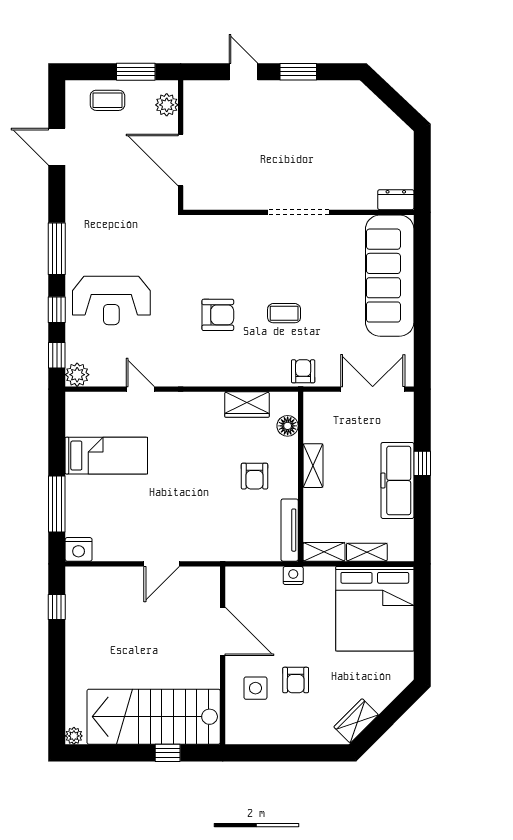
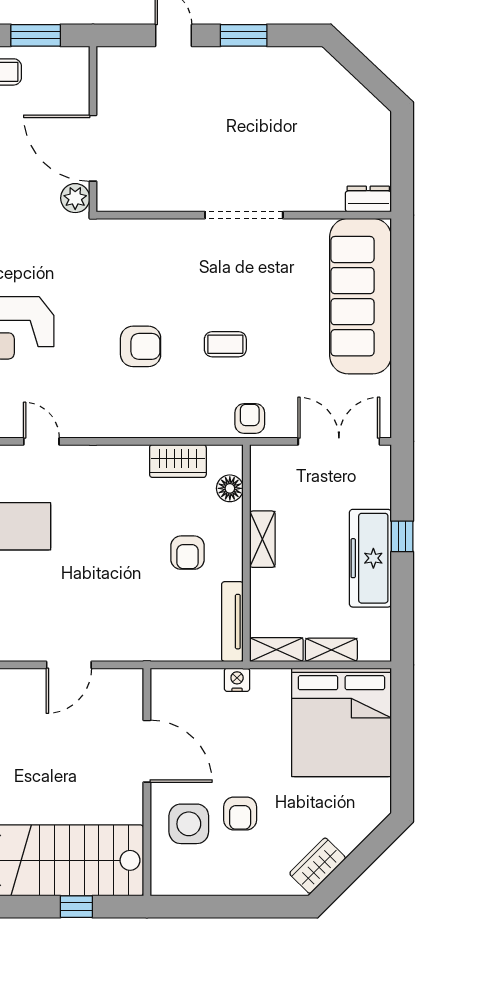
plant: (167, 105) -> (75, 198), moved
side table: (255, 688) -> (189, 824), width x1.37, depth x1.37

